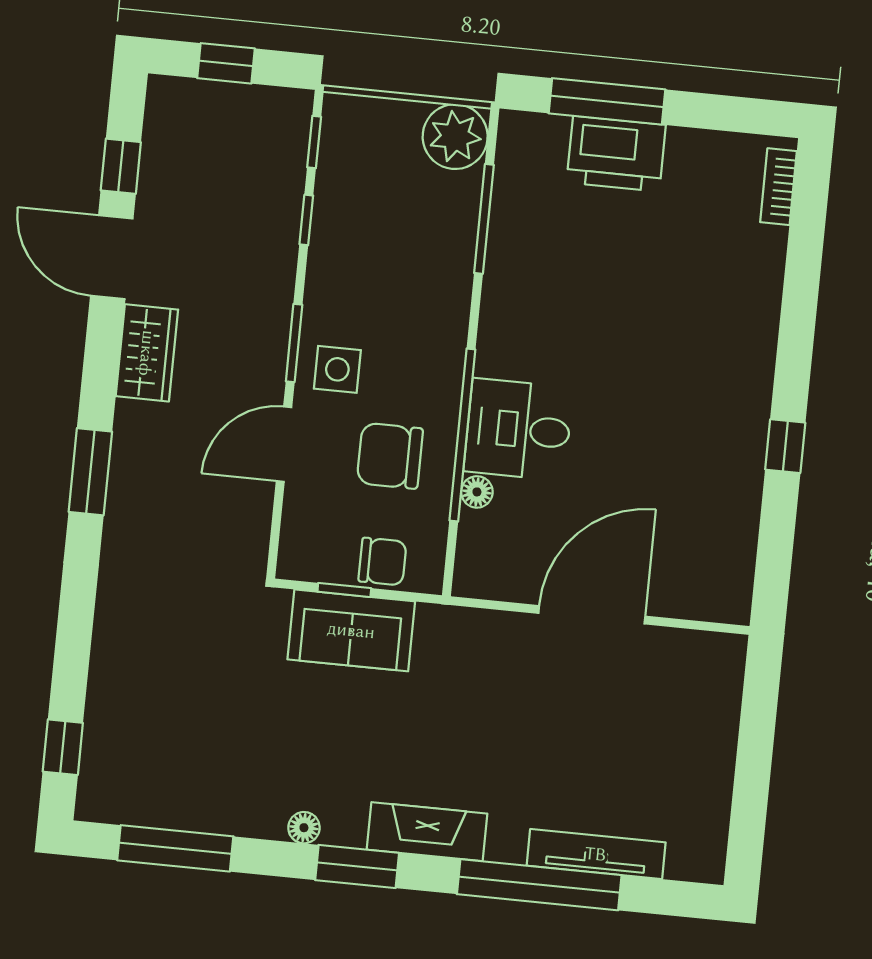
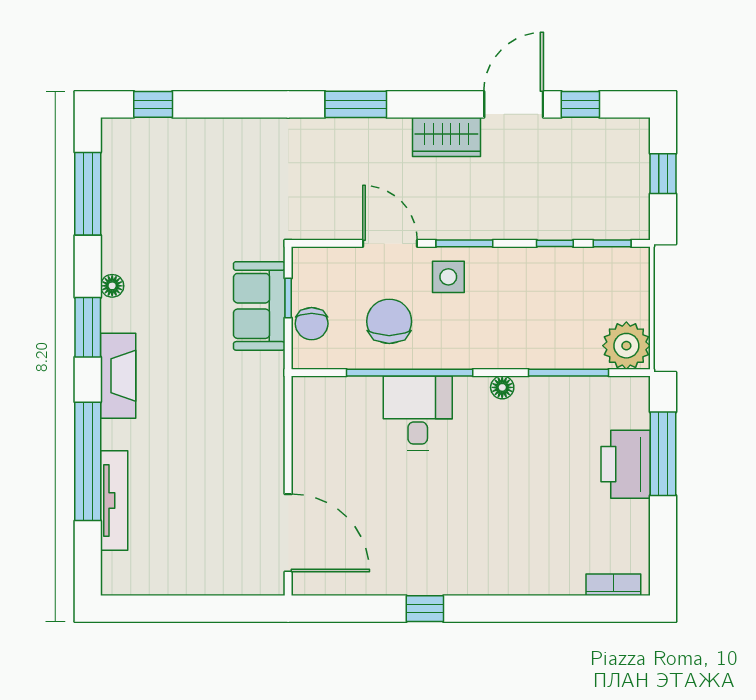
floor lamp: (477, 492) -> (502, 387), moved
door: (592, 615) -> (288, 533), moved

